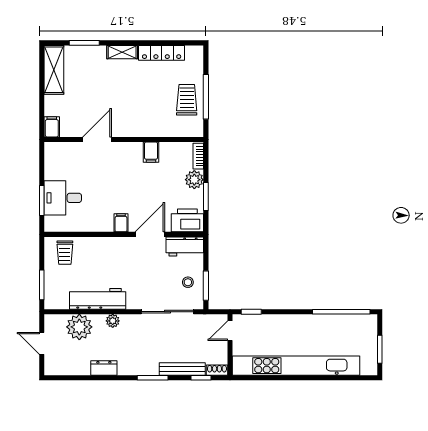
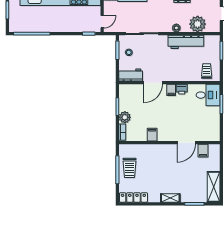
locker: (162, 53) -> (133, 197), moved
filing cabinet: (52, 127) -> (203, 151), moved
desk: (63, 198) -> (208, 95), moved
printer: (187, 220) -> (182, 89), moved, width x0.53, depth x0.68

